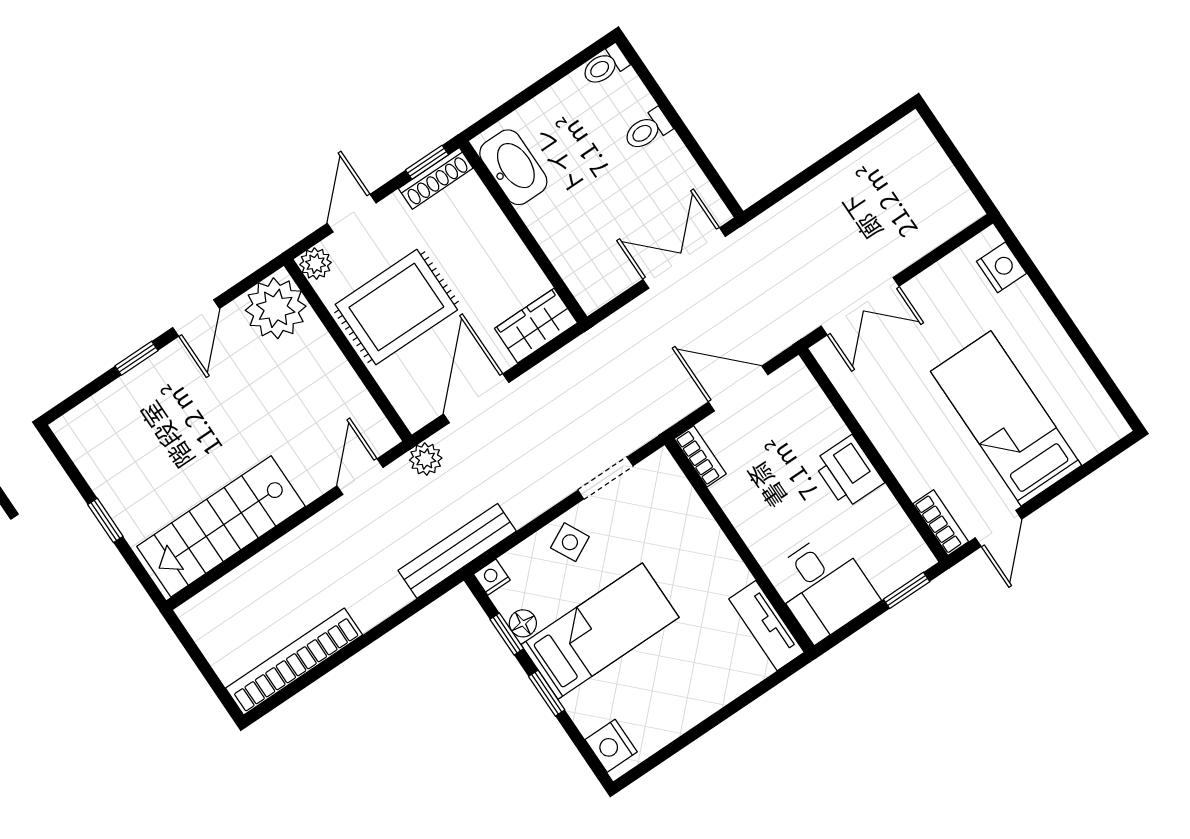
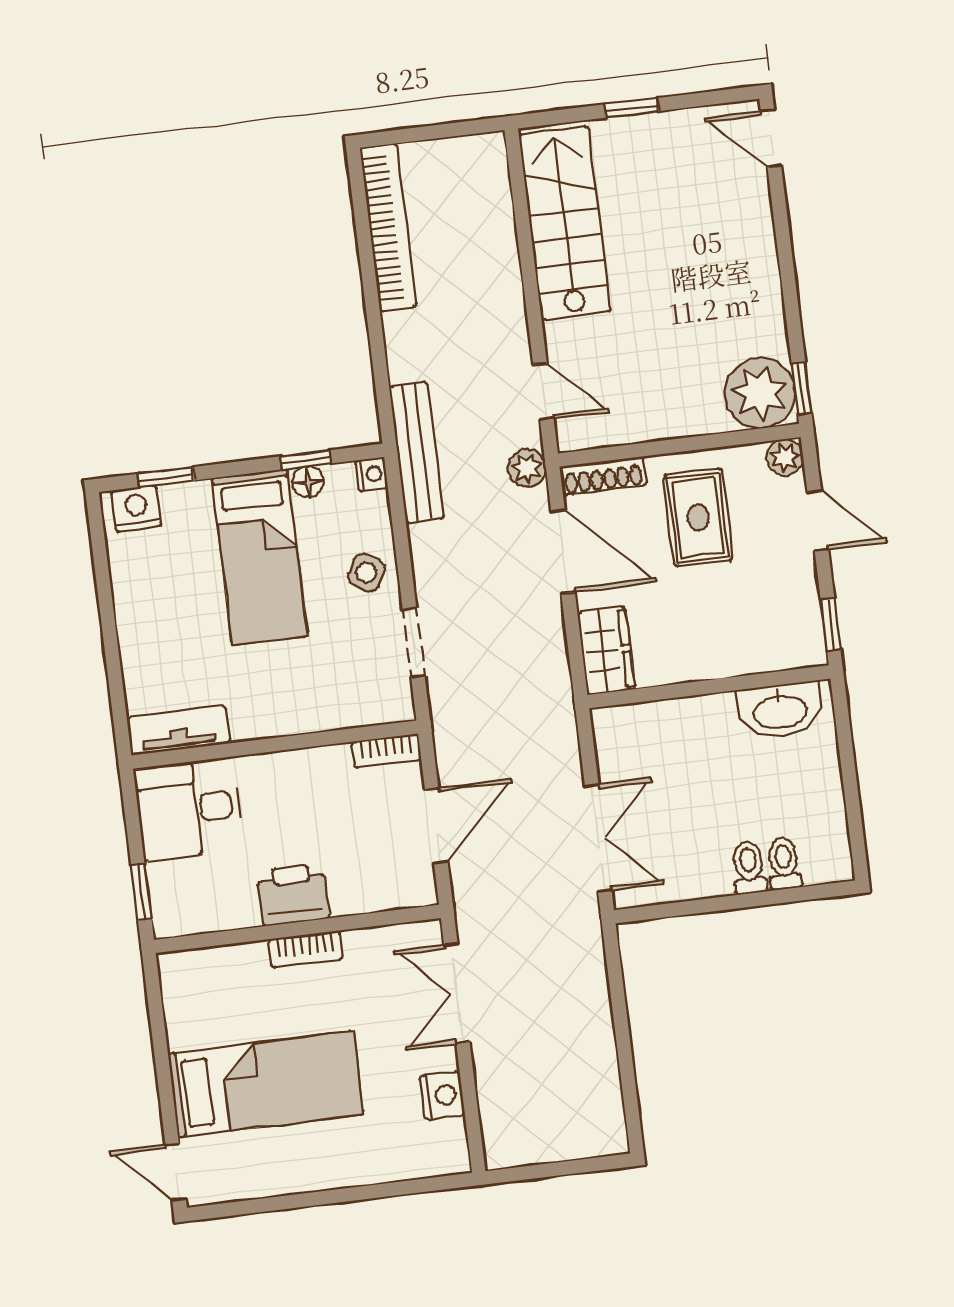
toilet: (605, 66) -> (784, 864), moved
shoe rack: (436, 178) -> (603, 476), moved, turned -90
nightstand: (1002, 267) -> (442, 1095), moved, turned -90
rug: (396, 307) -> (698, 518), width x0.73, depth x0.70
door: (196, 318) -> (771, 138), moved
window: (137, 358) -> (802, 388), moved
bookcase: (941, 523) -> (306, 949), moved
door: (998, 528) -> (176, 1172), moved
side table: (570, 542) -> (366, 573), turned -34
window: (547, 693) -> (166, 477), moved

